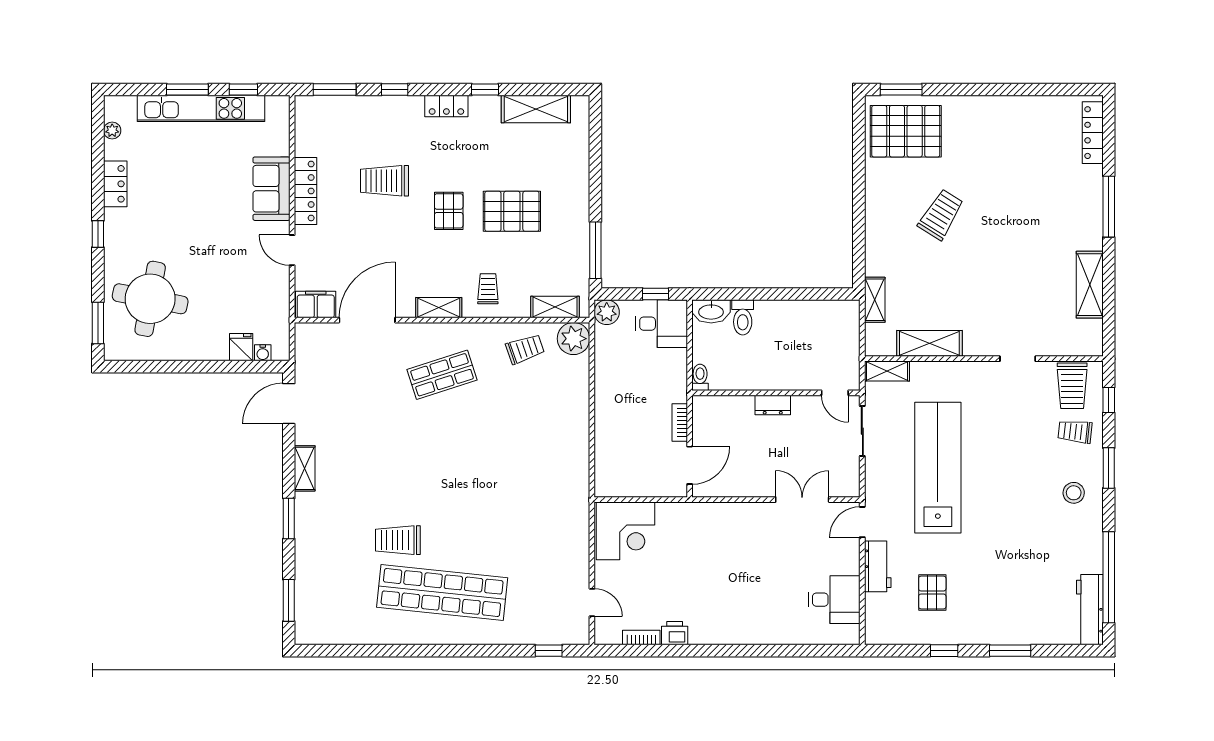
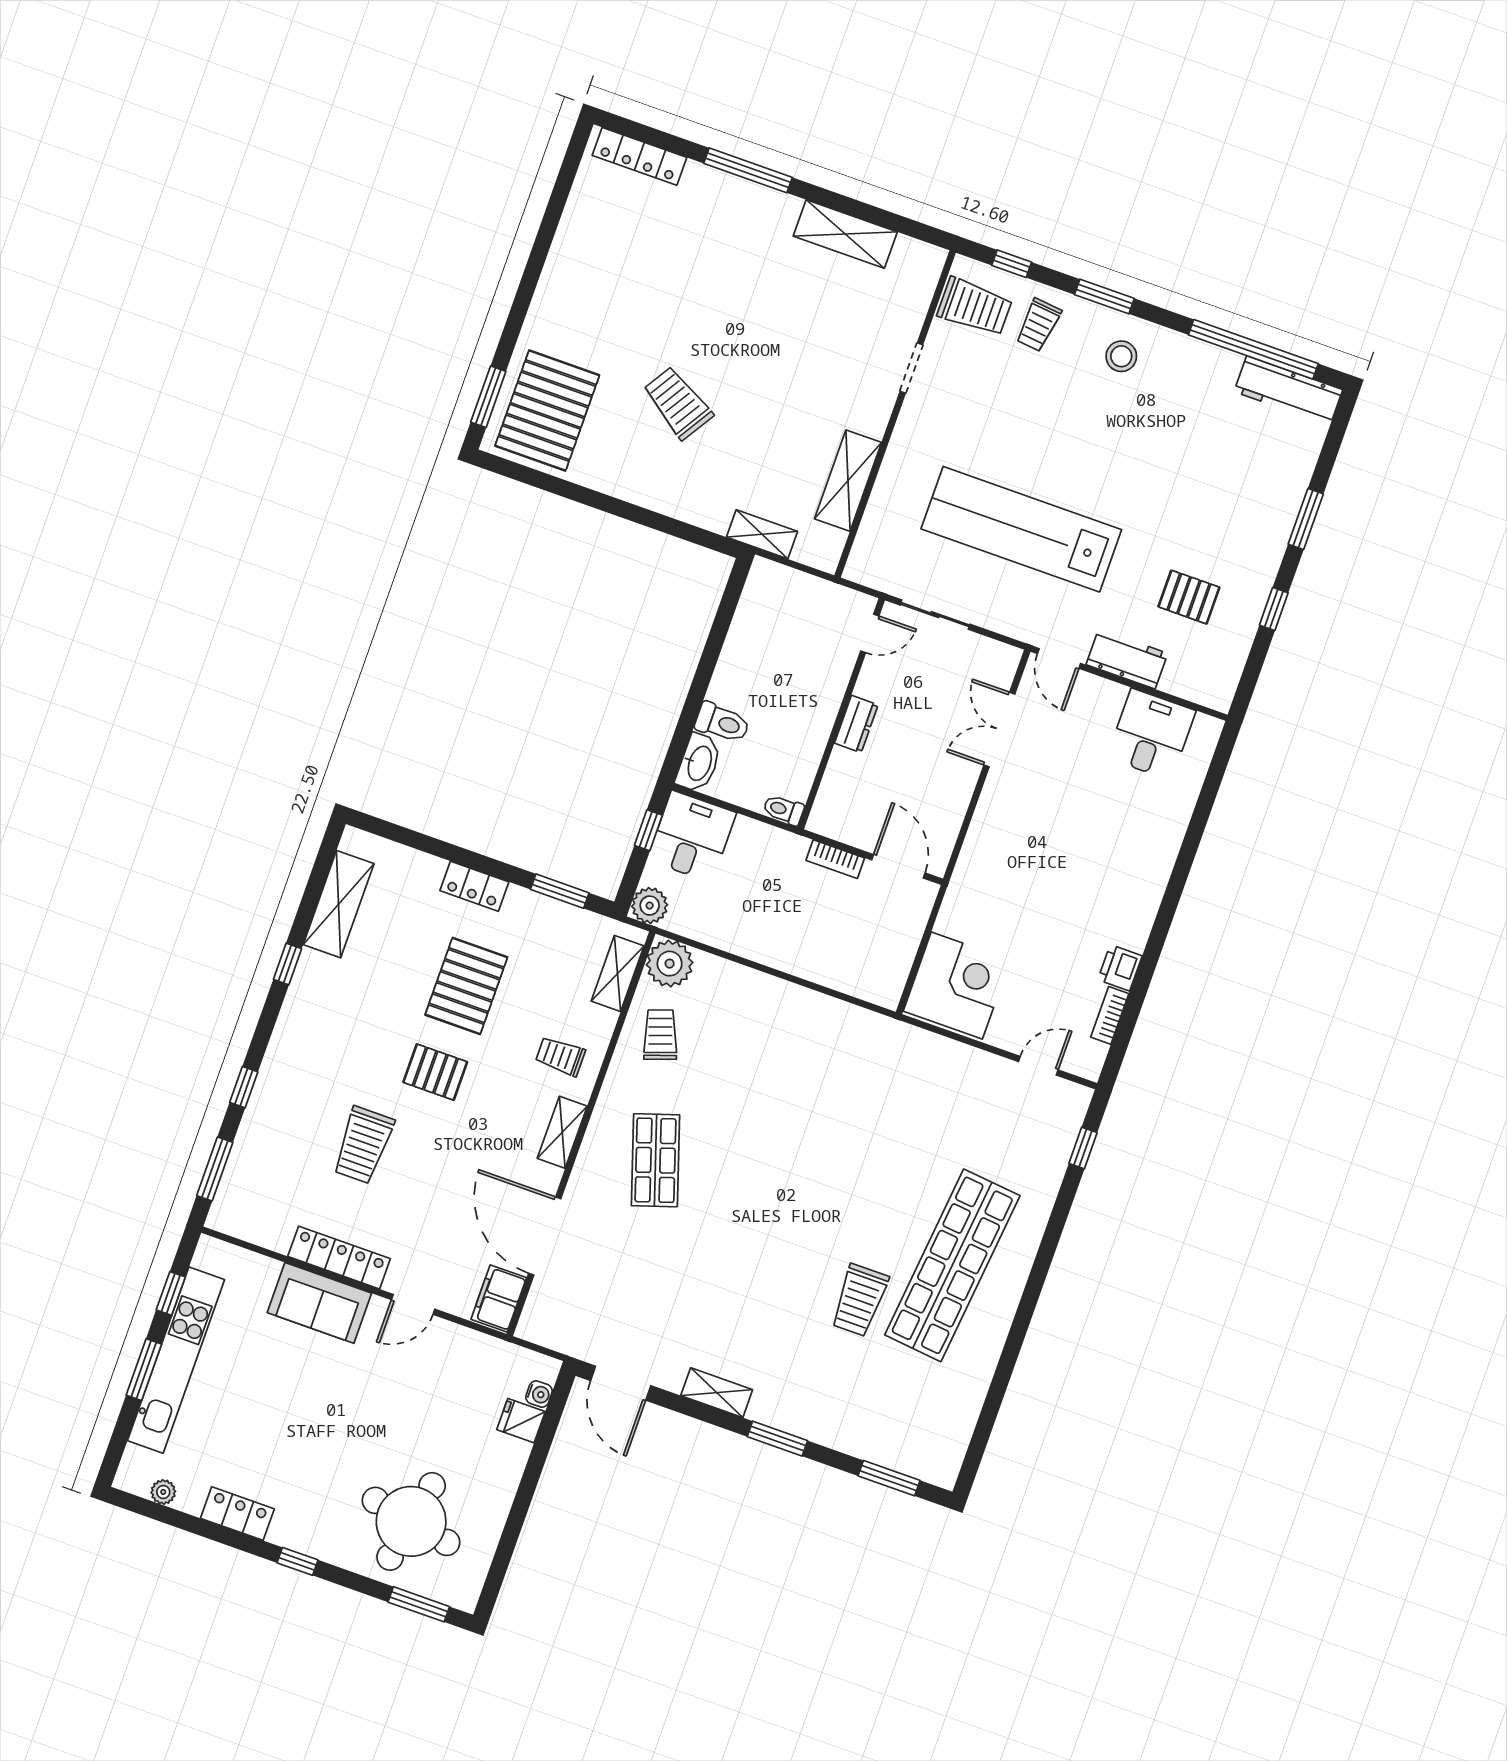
locker: (446, 106) -> (474, 886), moved, turned 90
window: (595, 250) -> (560, 891), width x0.69
shelving: (887, 371) -> (865, 552), removed

